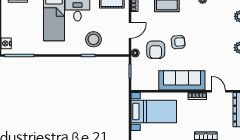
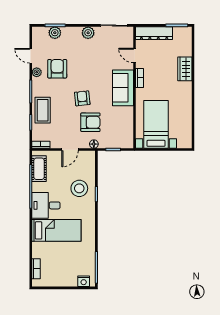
armchair: (206, 19) -> (57, 69), added
door: (130, 31) -> (70, 150), swing flipped
sofa: (182, 80) -> (123, 88), width x0.73
door: (218, 91) -> (135, 55), hinge flipped

